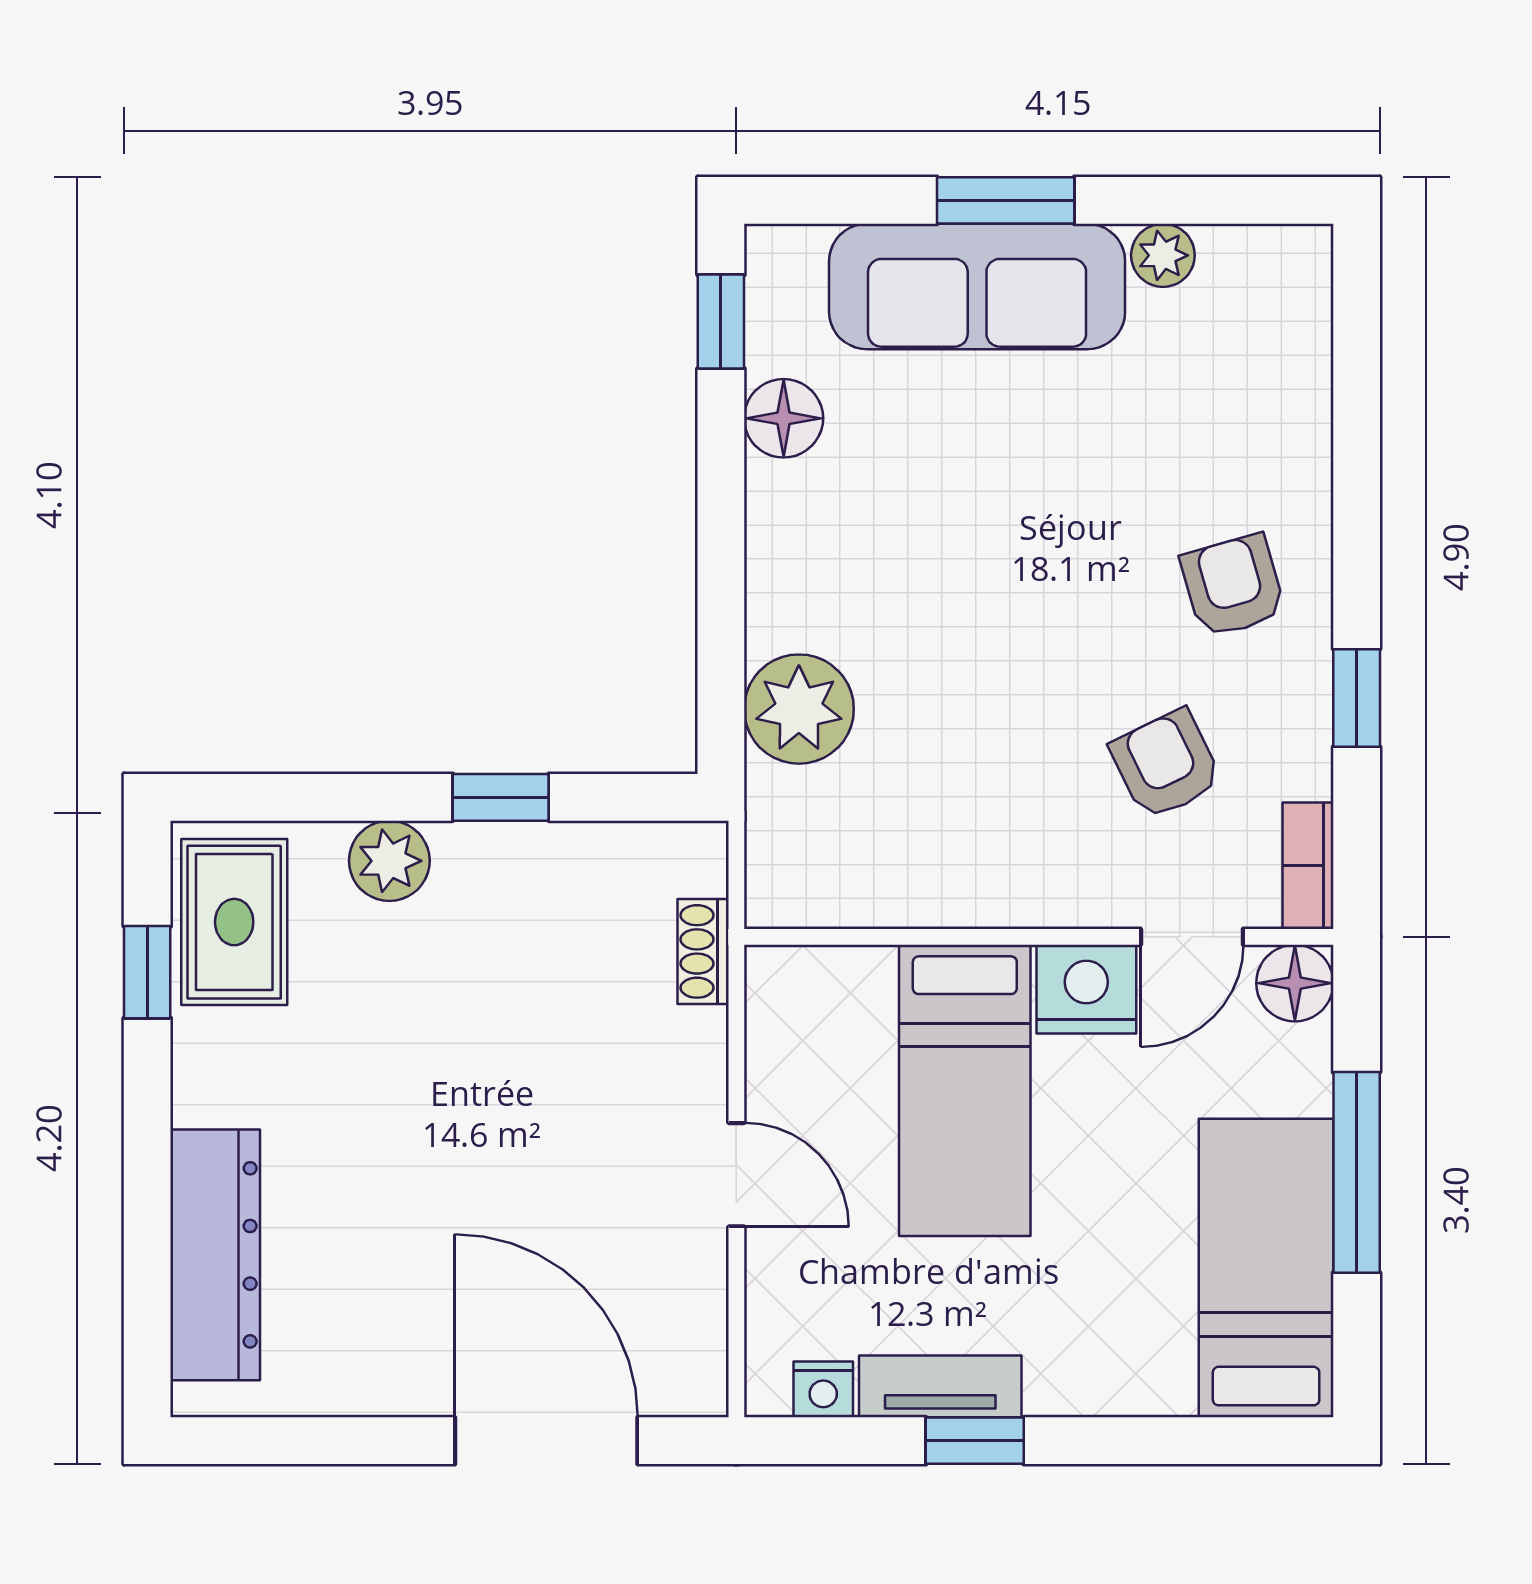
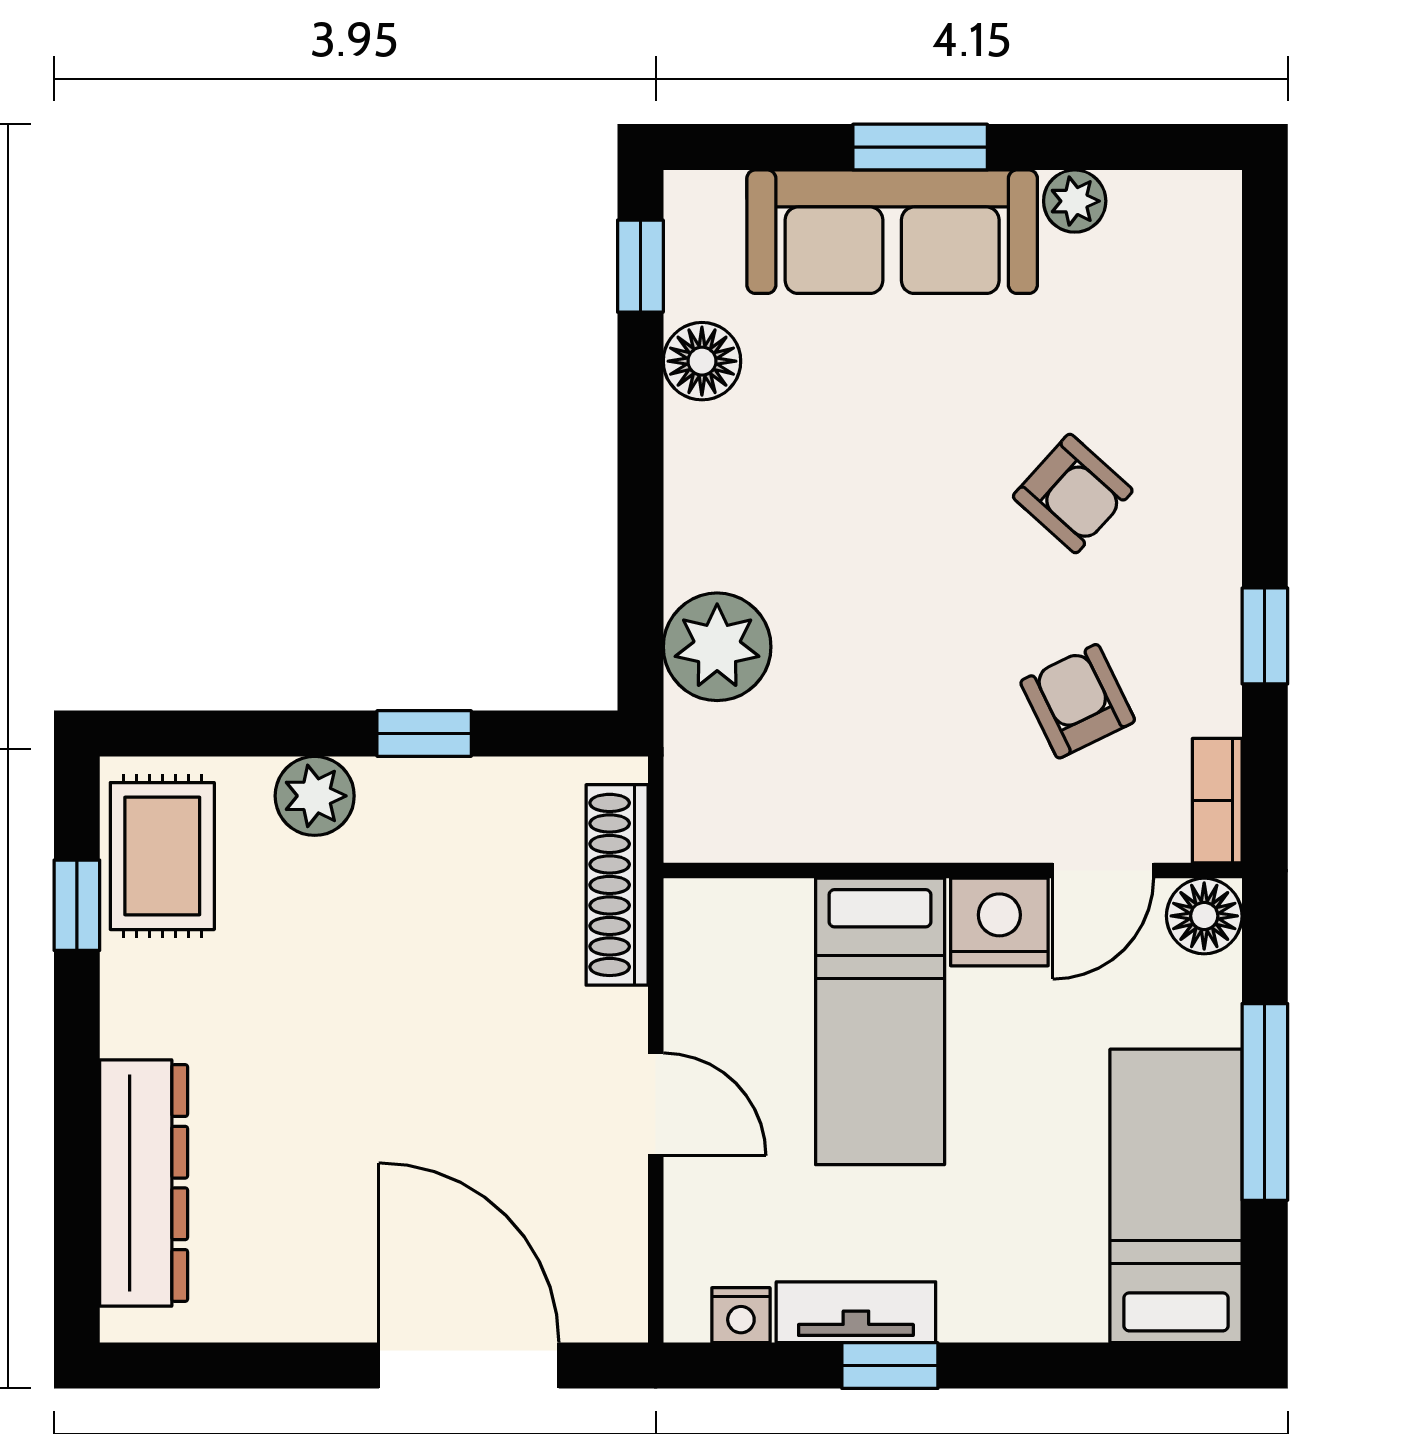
armchair: (1233, 586) -> (1073, 494), moved, turned 148
shoe rack: (703, 951) -> (617, 885), width x1.94, depth x1.24

